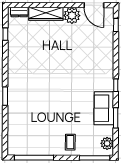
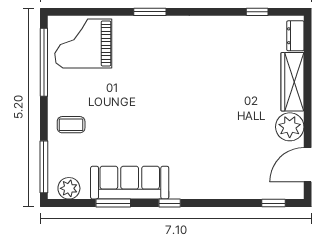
sofa: (104, 108) -> (130, 183), width x1.36
grand piano: (23, 135) -> (83, 43), added

